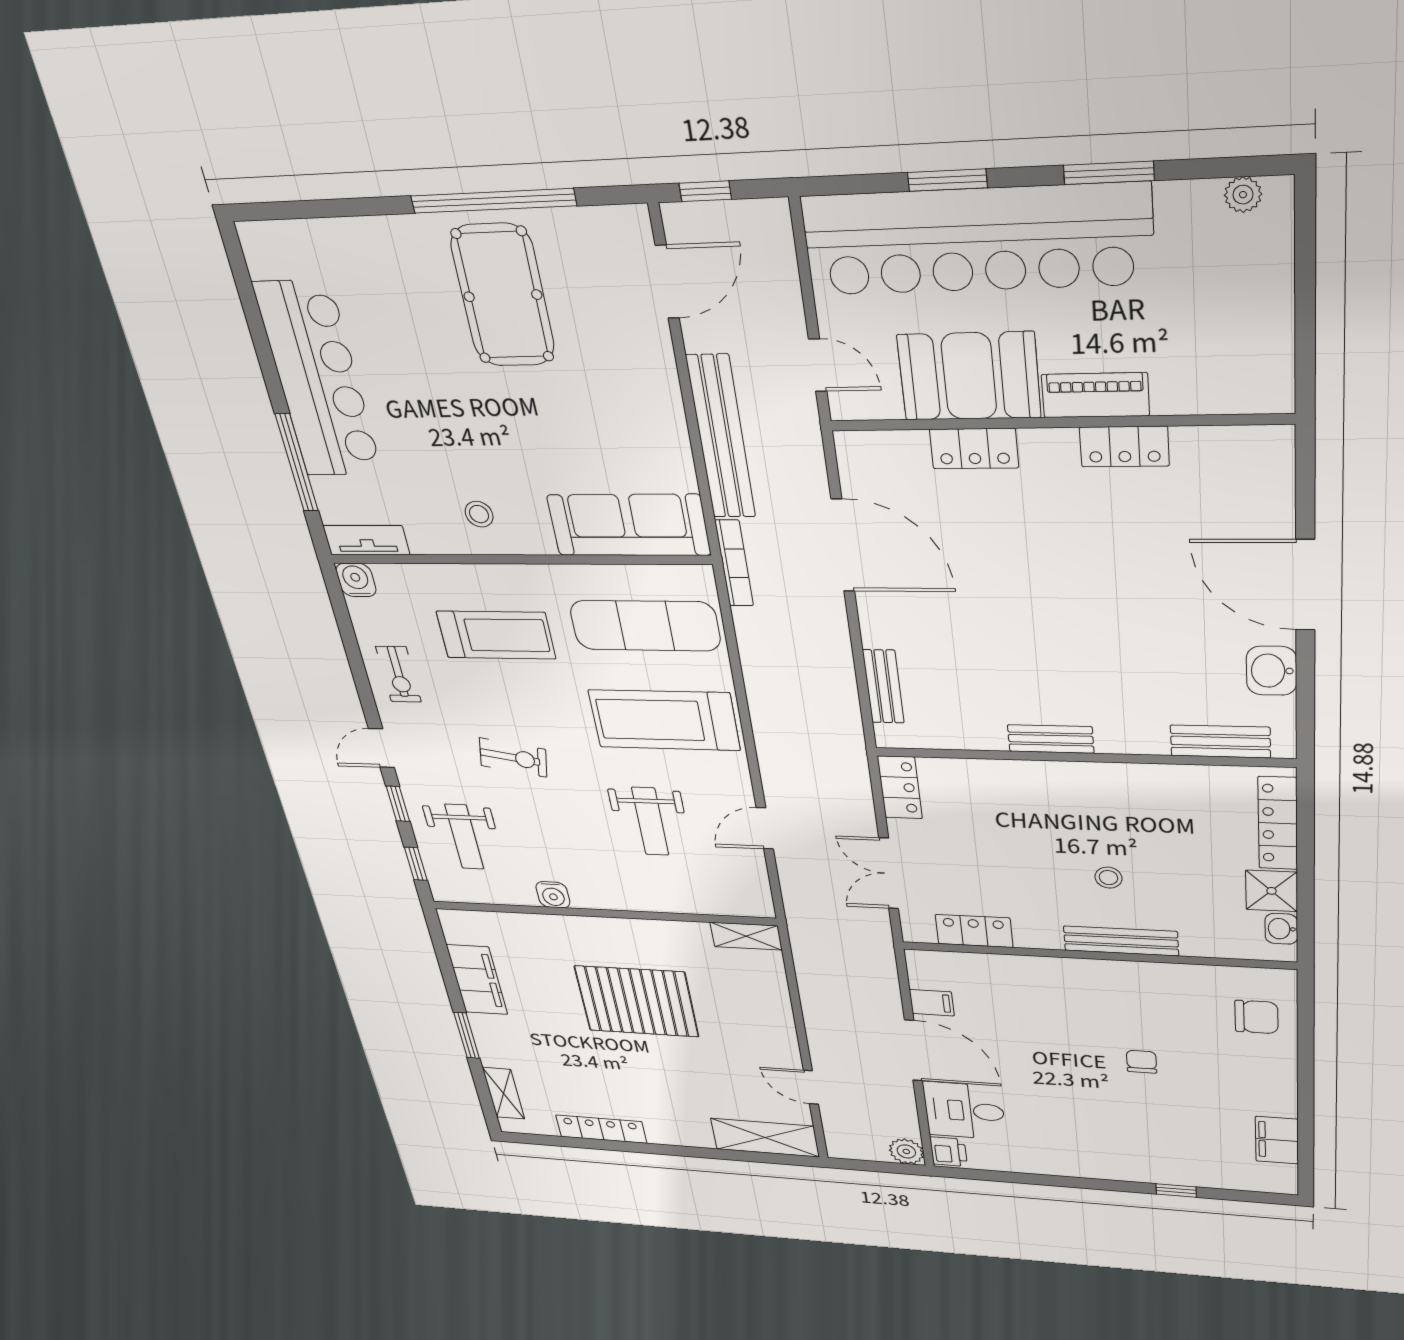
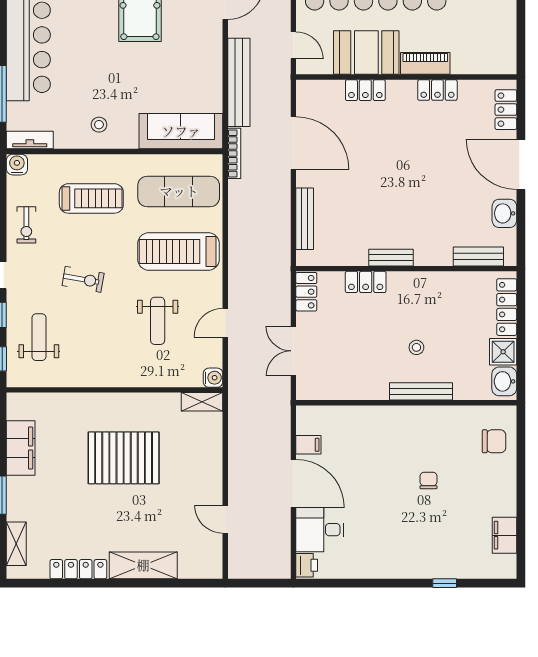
locker: (1273, 483) -> (506, 110), added
bench: (883, 687) -> (305, 219), width x1.36
weight bench: (464, 837) -> (39, 337), turned 180
water cooler: (553, 895) -> (213, 378), moved, turned -90
washbasin: (1281, 929) -> (504, 381), width x1.38, depth x1.45
locker: (974, 931) -> (366, 282), moved, turned 180
shelving: (765, 1138) -> (143, 565), moved
plant: (906, 1151) -> (280, 568), removed

